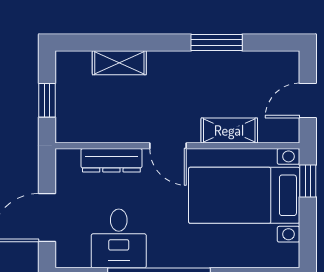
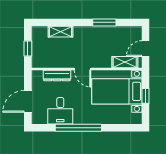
shelving: (229, 130) -> (125, 62), moved
window: (308, 181) -> (146, 96), moved

